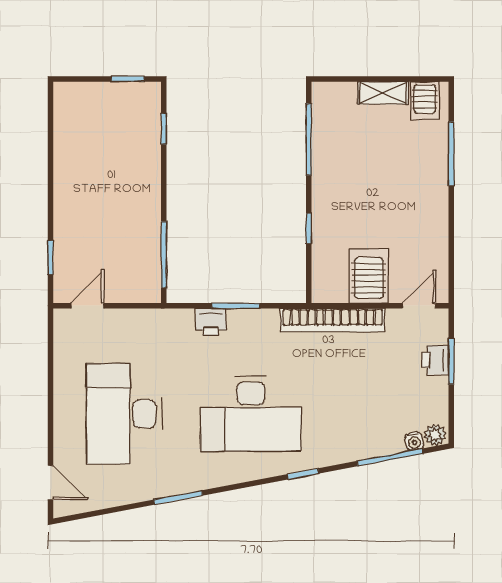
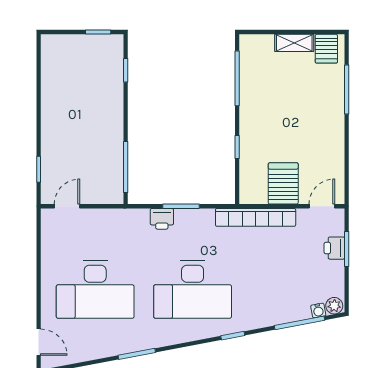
desk: (124, 414) -> (95, 289), turned -90

